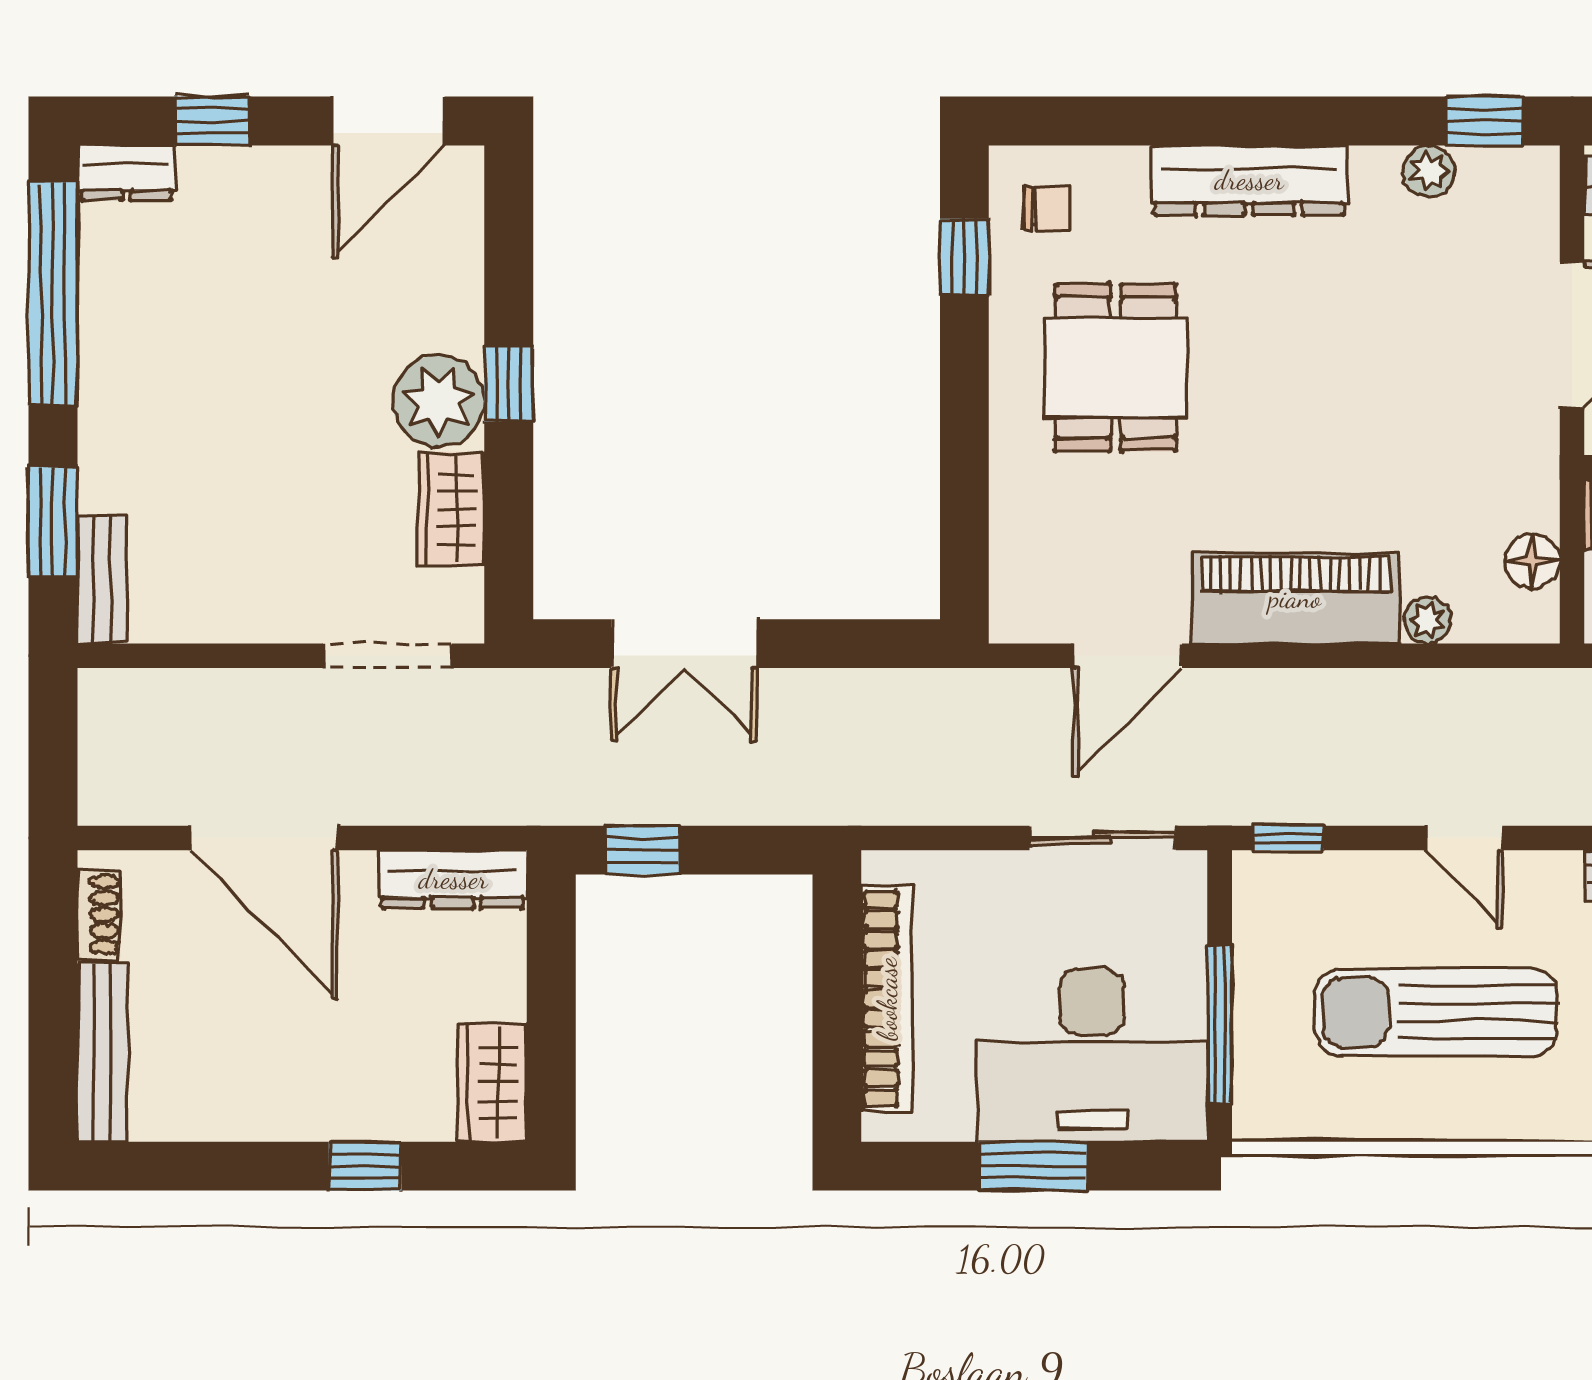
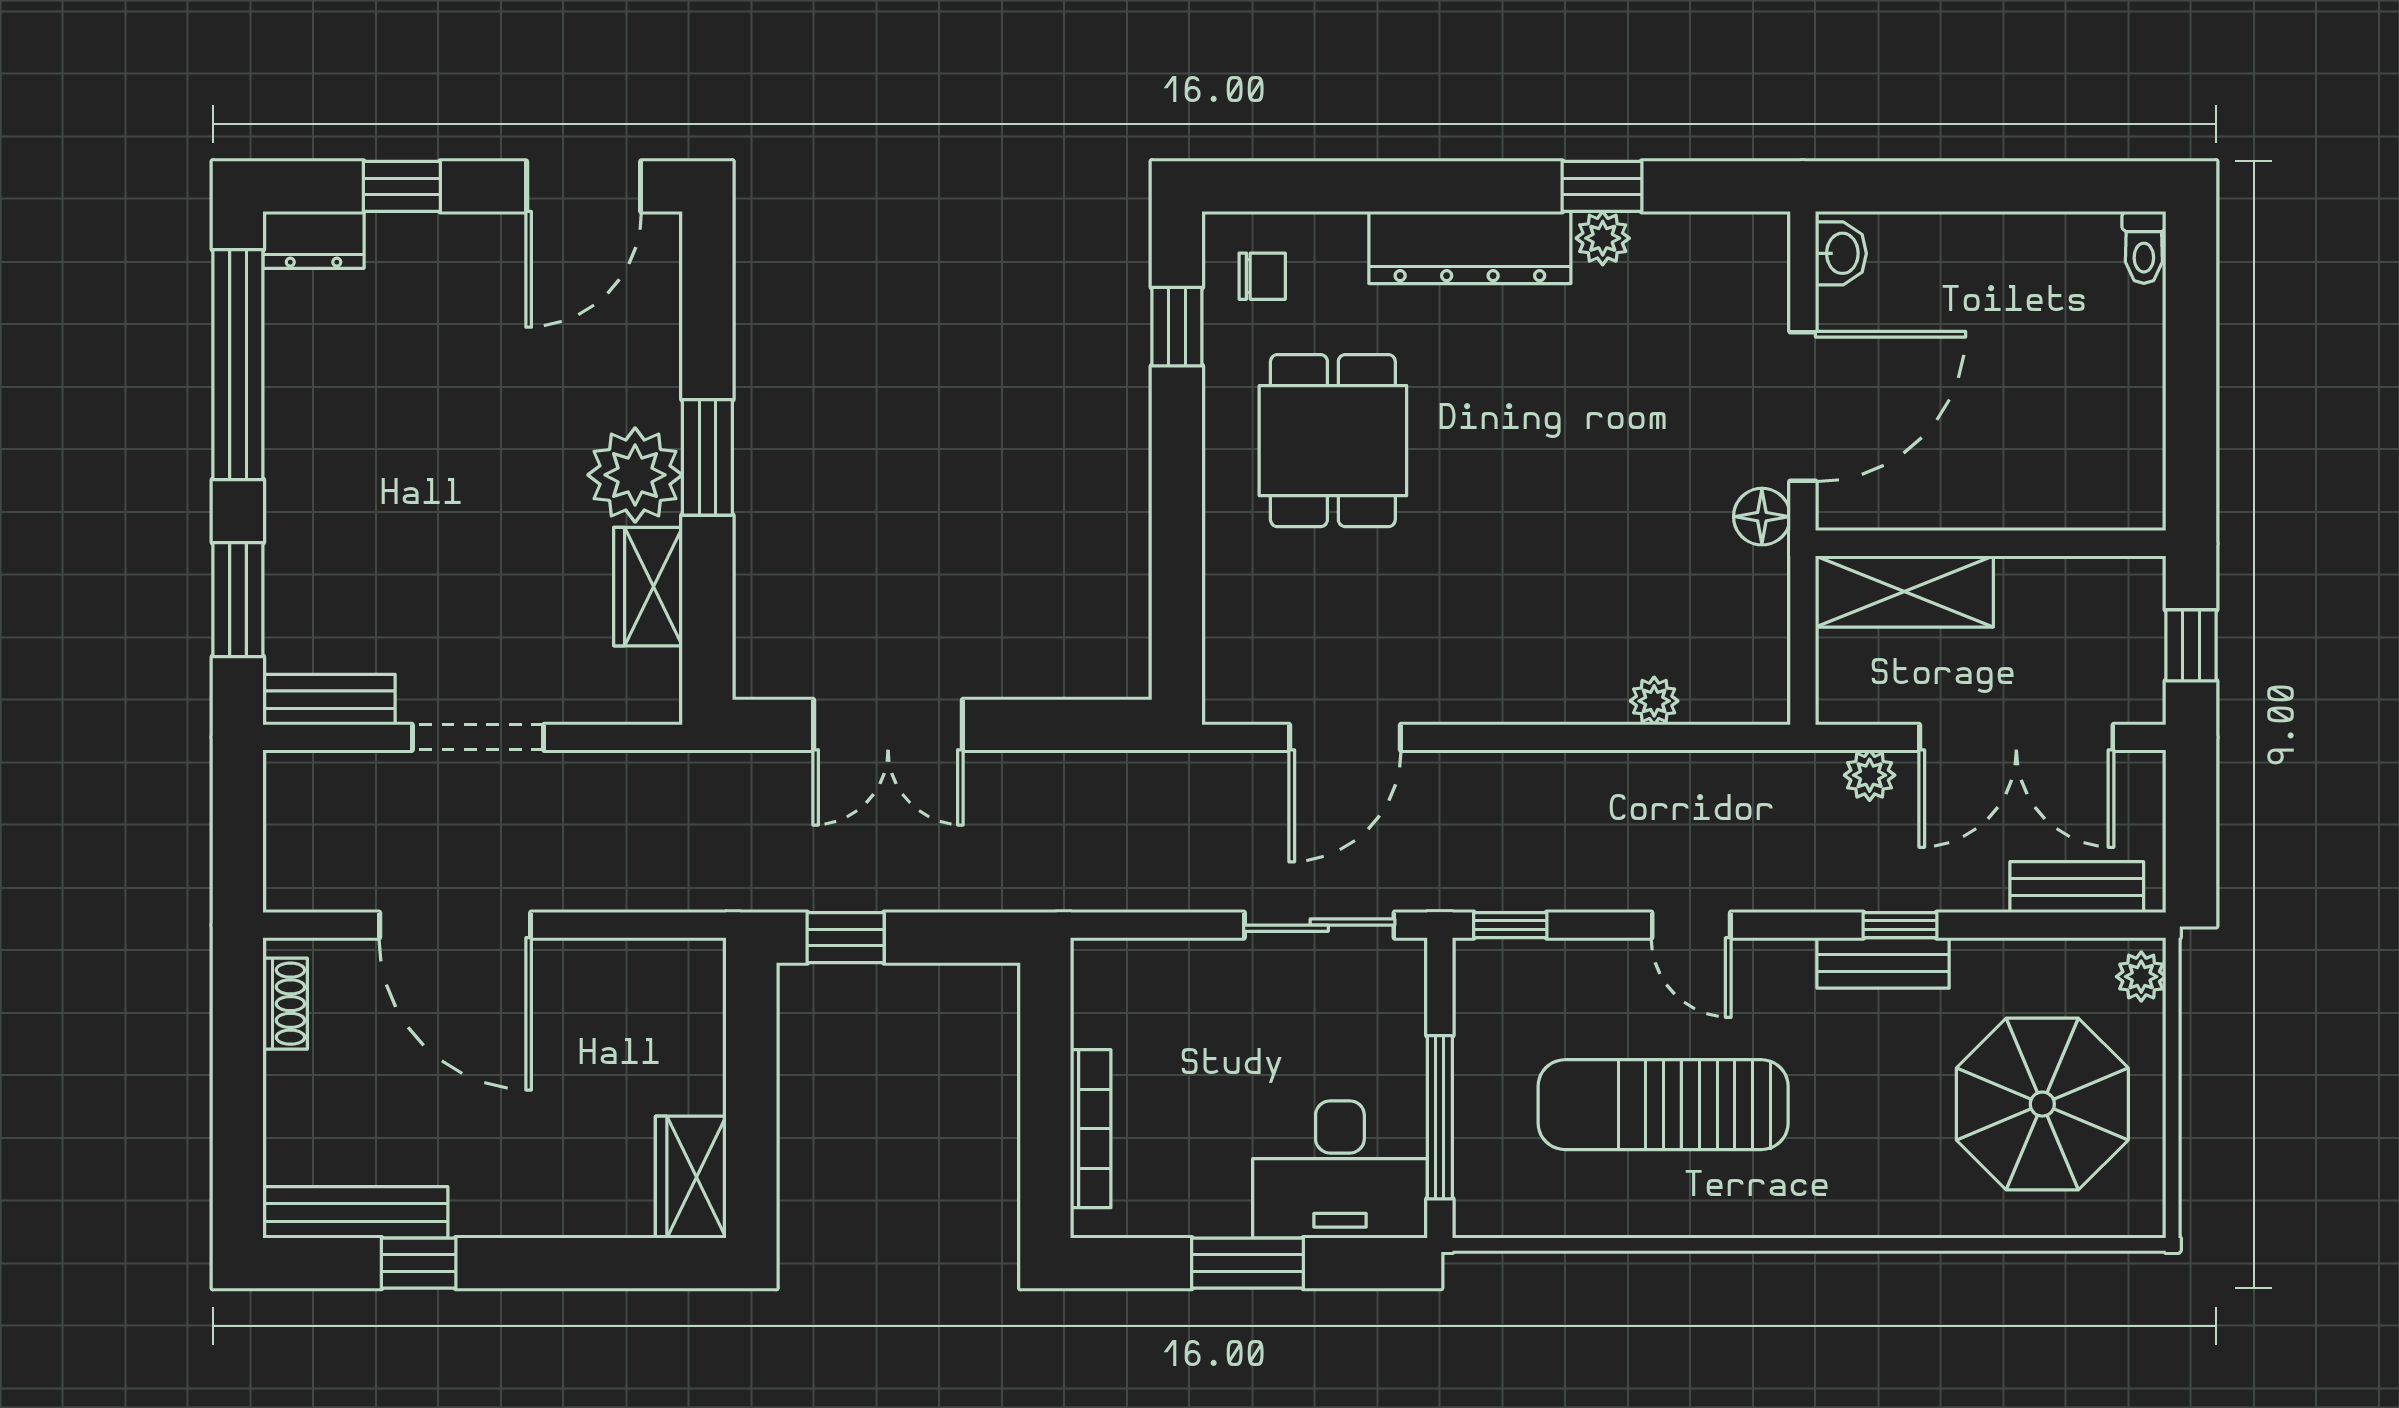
window: (1484, 121) -> (1602, 186), moved
plant: (1429, 171) -> (1603, 238), moved
window: (509, 384) -> (707, 457), width x1.50
floor lamp: (1532, 561) -> (1762, 517), moved
bench: (102, 579) -> (329, 700), moved, turned 90
piano: (1295, 598) -> (1518, 678), removed
doorway: (387, 656) -> (478, 737), moved
dresser: (453, 879) -> (650, 968), removed
bookcase: (887, 999) -> (1091, 1129), width x0.68, depth x0.76
bench: (102, 1053) -> (356, 1212), moved, turned 90
desk: (1092, 1055) -> (1340, 1169), width x0.73, depth x0.77
window: (365, 1166) -> (419, 1263), moved

